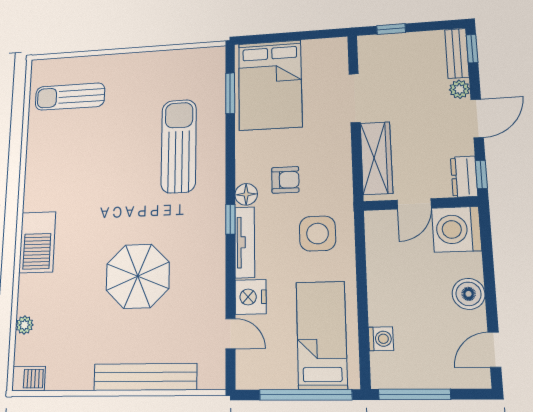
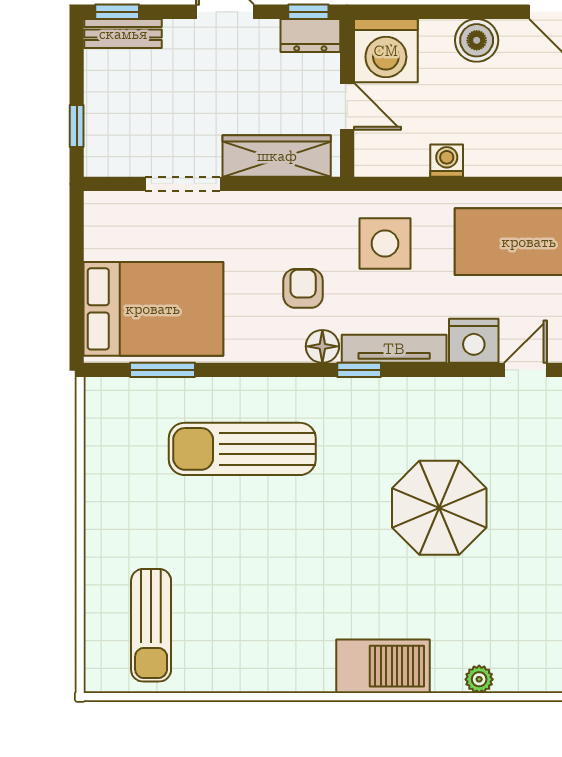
plant: (459, 89) -> (179, 33), removed
plant: (24, 325) -> (479, 679), moved
washing machine: (381, 339) -> (447, 161), moved

